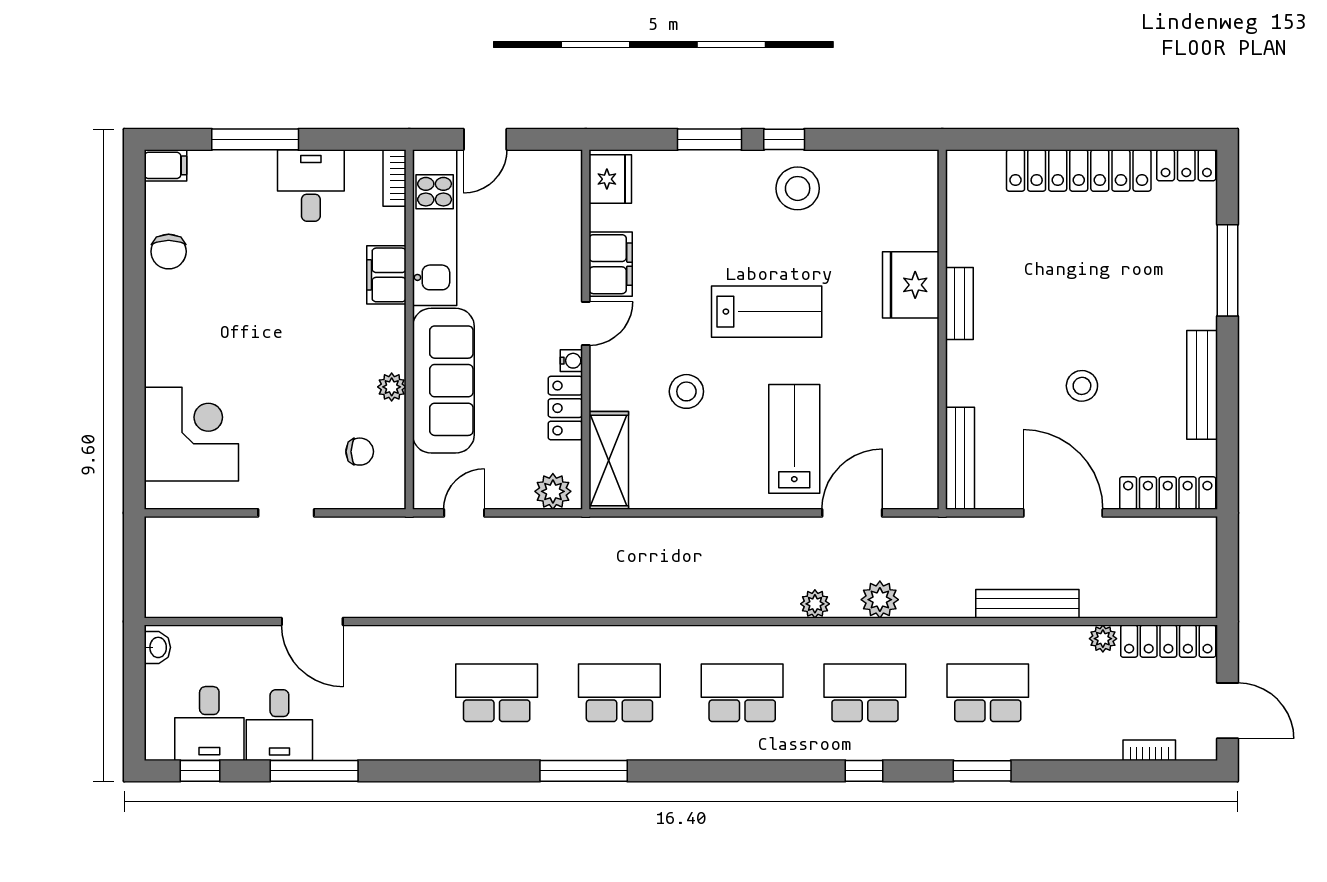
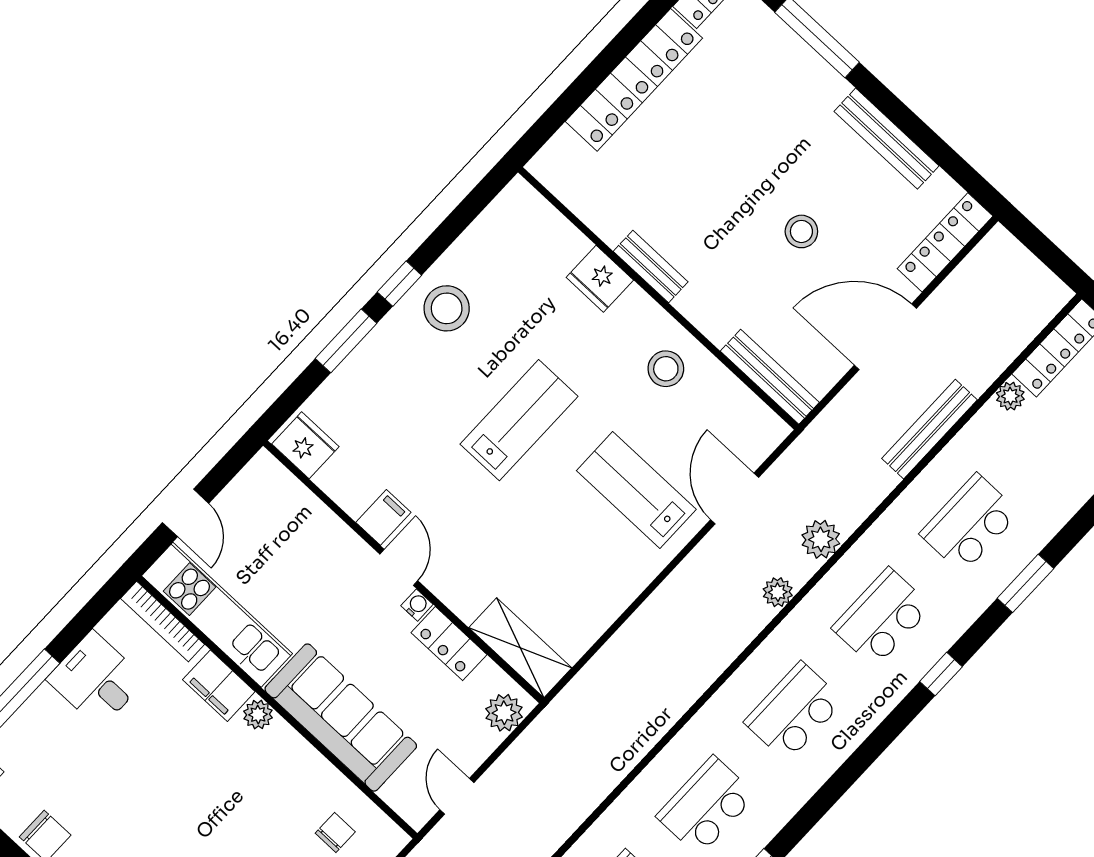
bookcase: (394, 178) -> (163, 621), width x1.56
filing cabinet: (611, 264) -> (383, 517), width x0.50
fridge: (911, 285) -> (600, 279), width x0.73, depth x0.75
plant: (392, 387) -> (258, 715), moved
stool: (686, 391) -> (666, 369), moved

